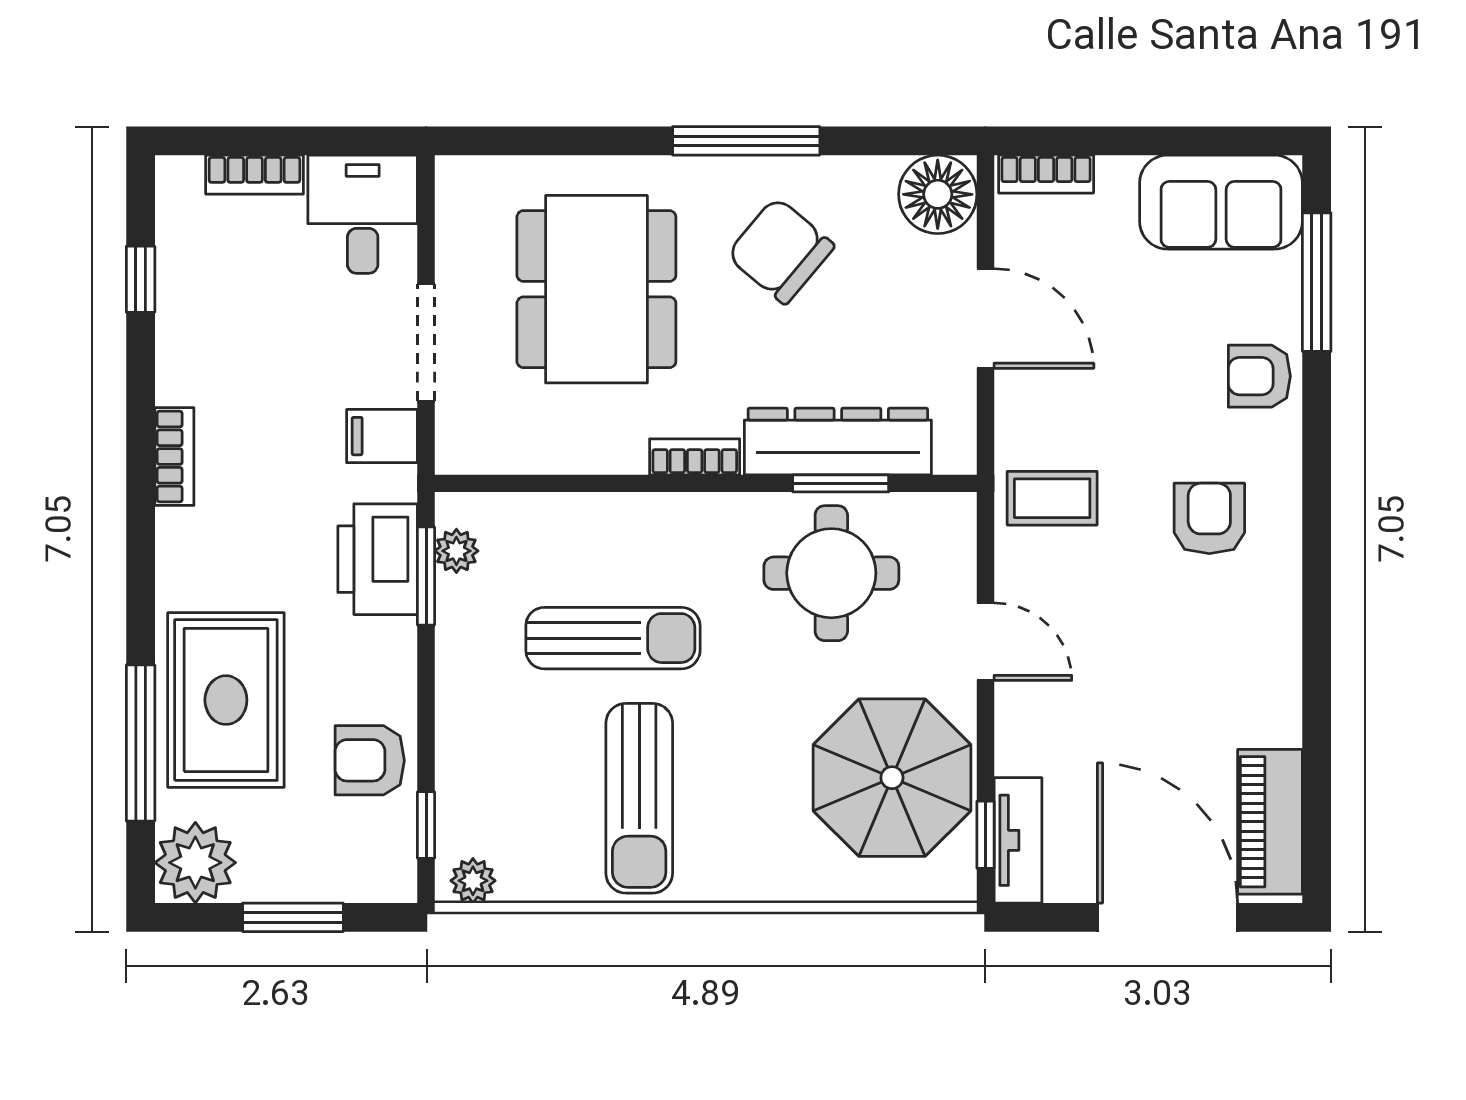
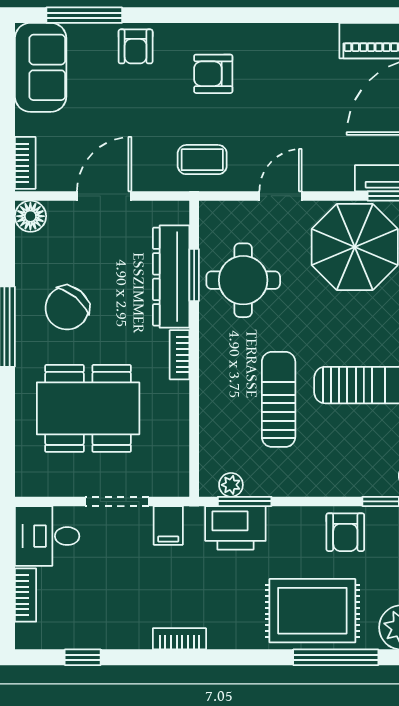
floor lamp: (938, 194) -> (30, 216), width x0.73, depth x0.73
coffee table: (1052, 498) -> (202, 160), turned 90

